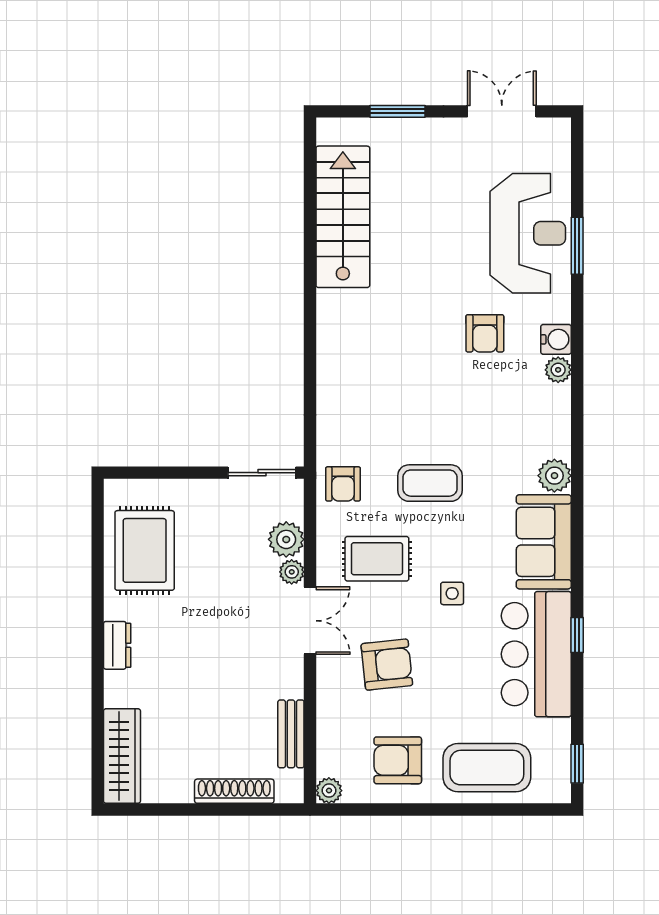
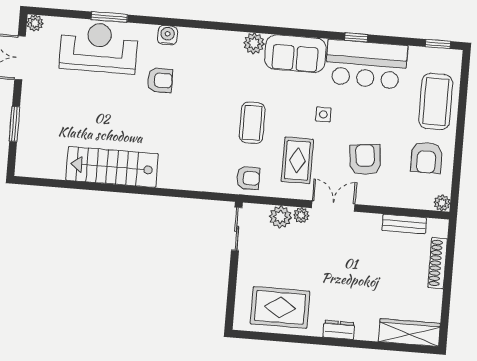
stairs: (343, 217) -> (112, 167), moved
plant: (558, 370) -> (35, 23), moved

